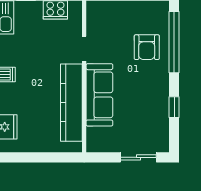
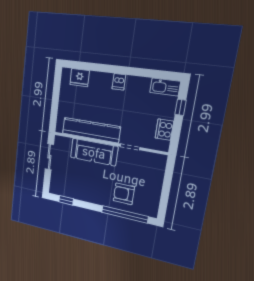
window: (174, 107) -> (66, 200), moved
sliding door: (138, 157) -> (49, 157), moved

